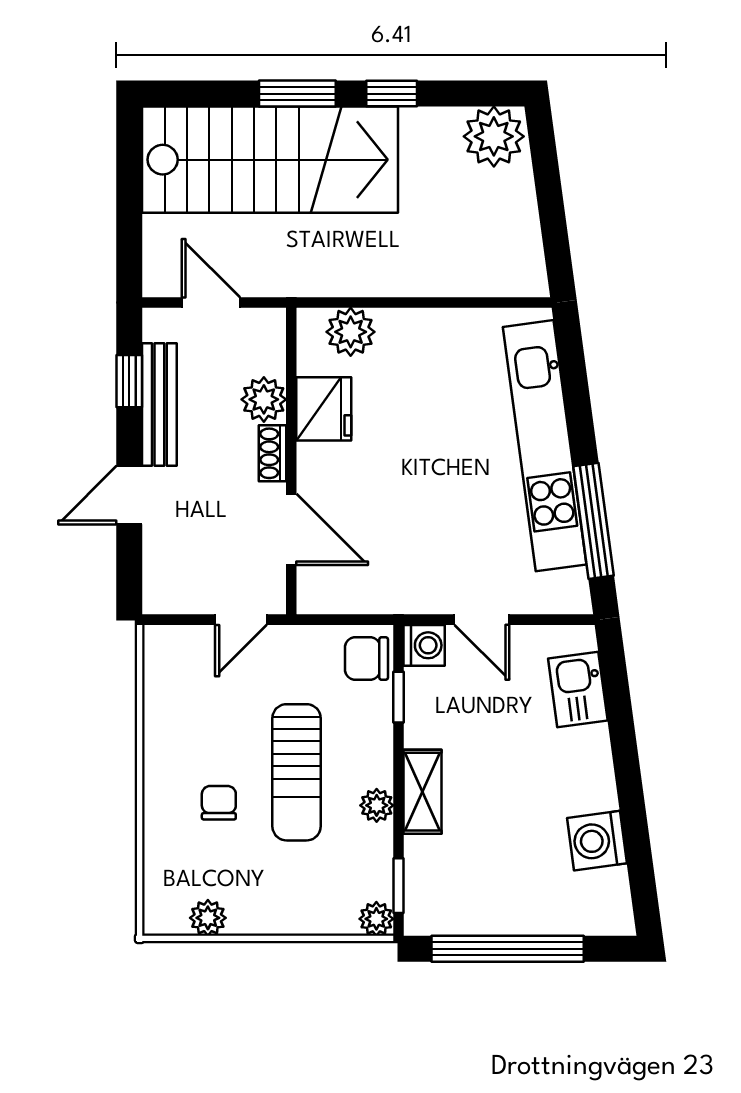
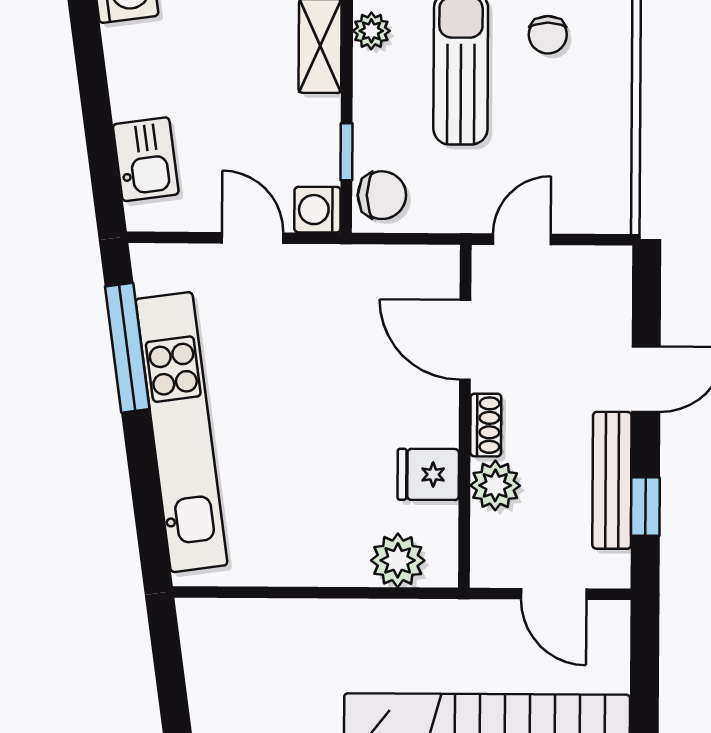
fridge: (324, 409) -> (428, 474), width x0.72

